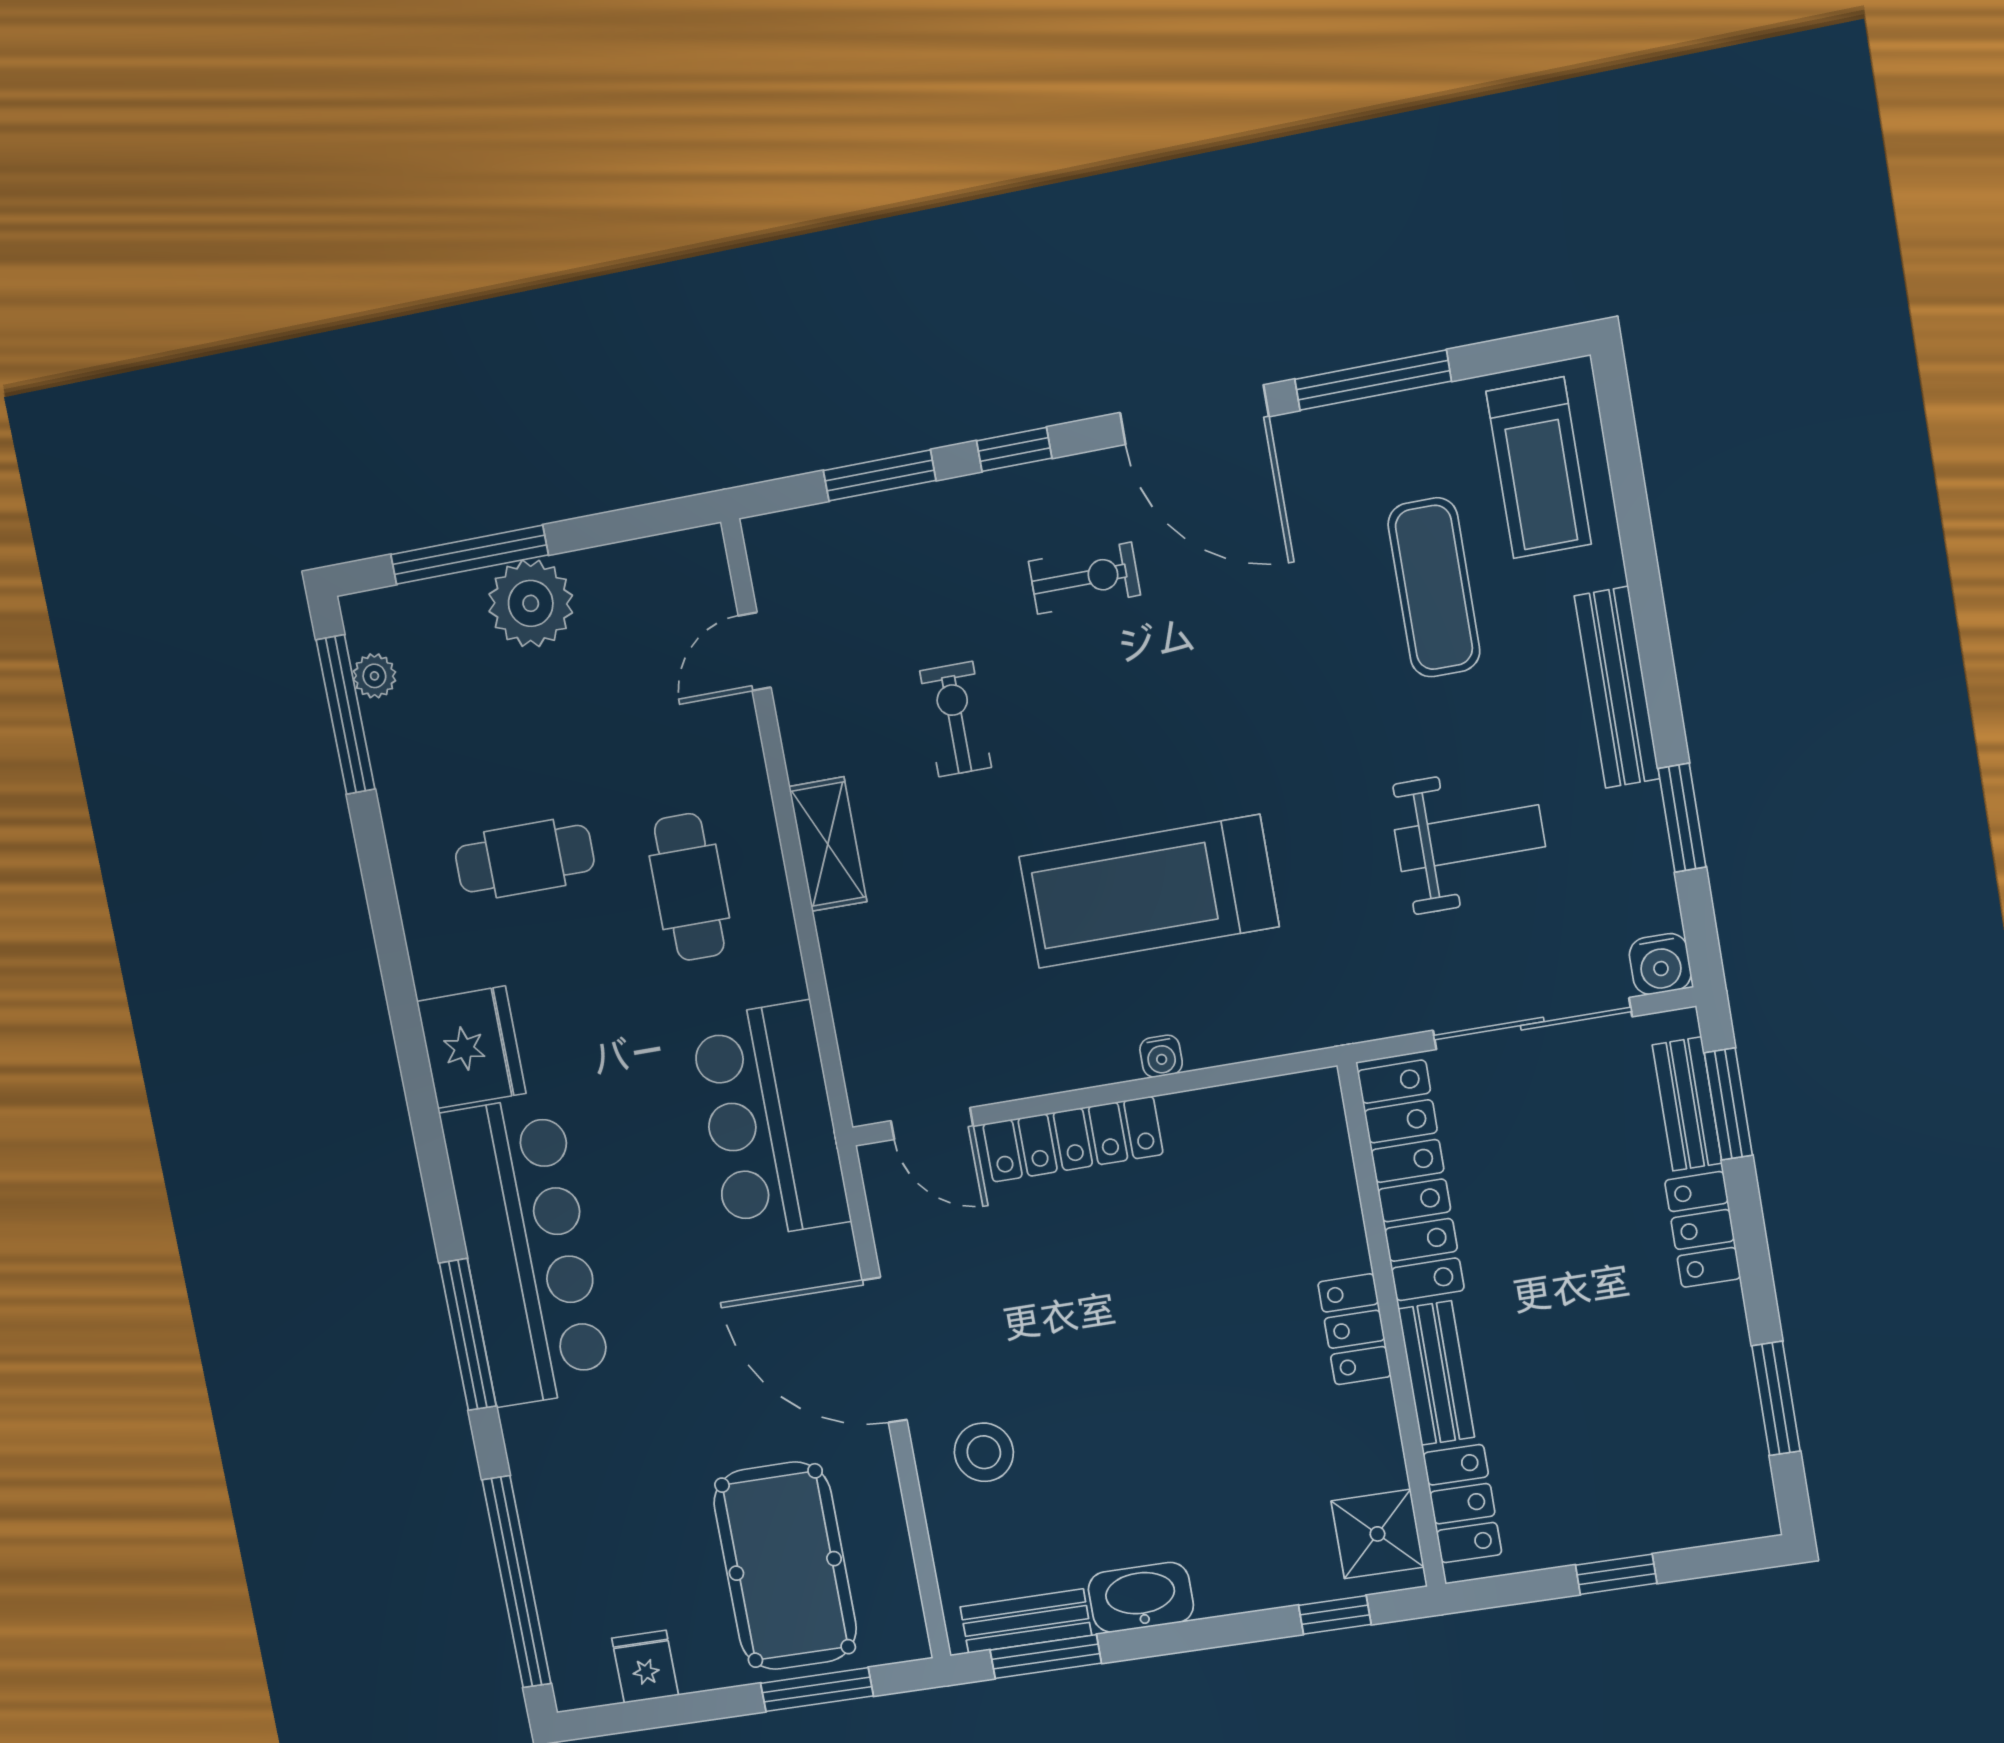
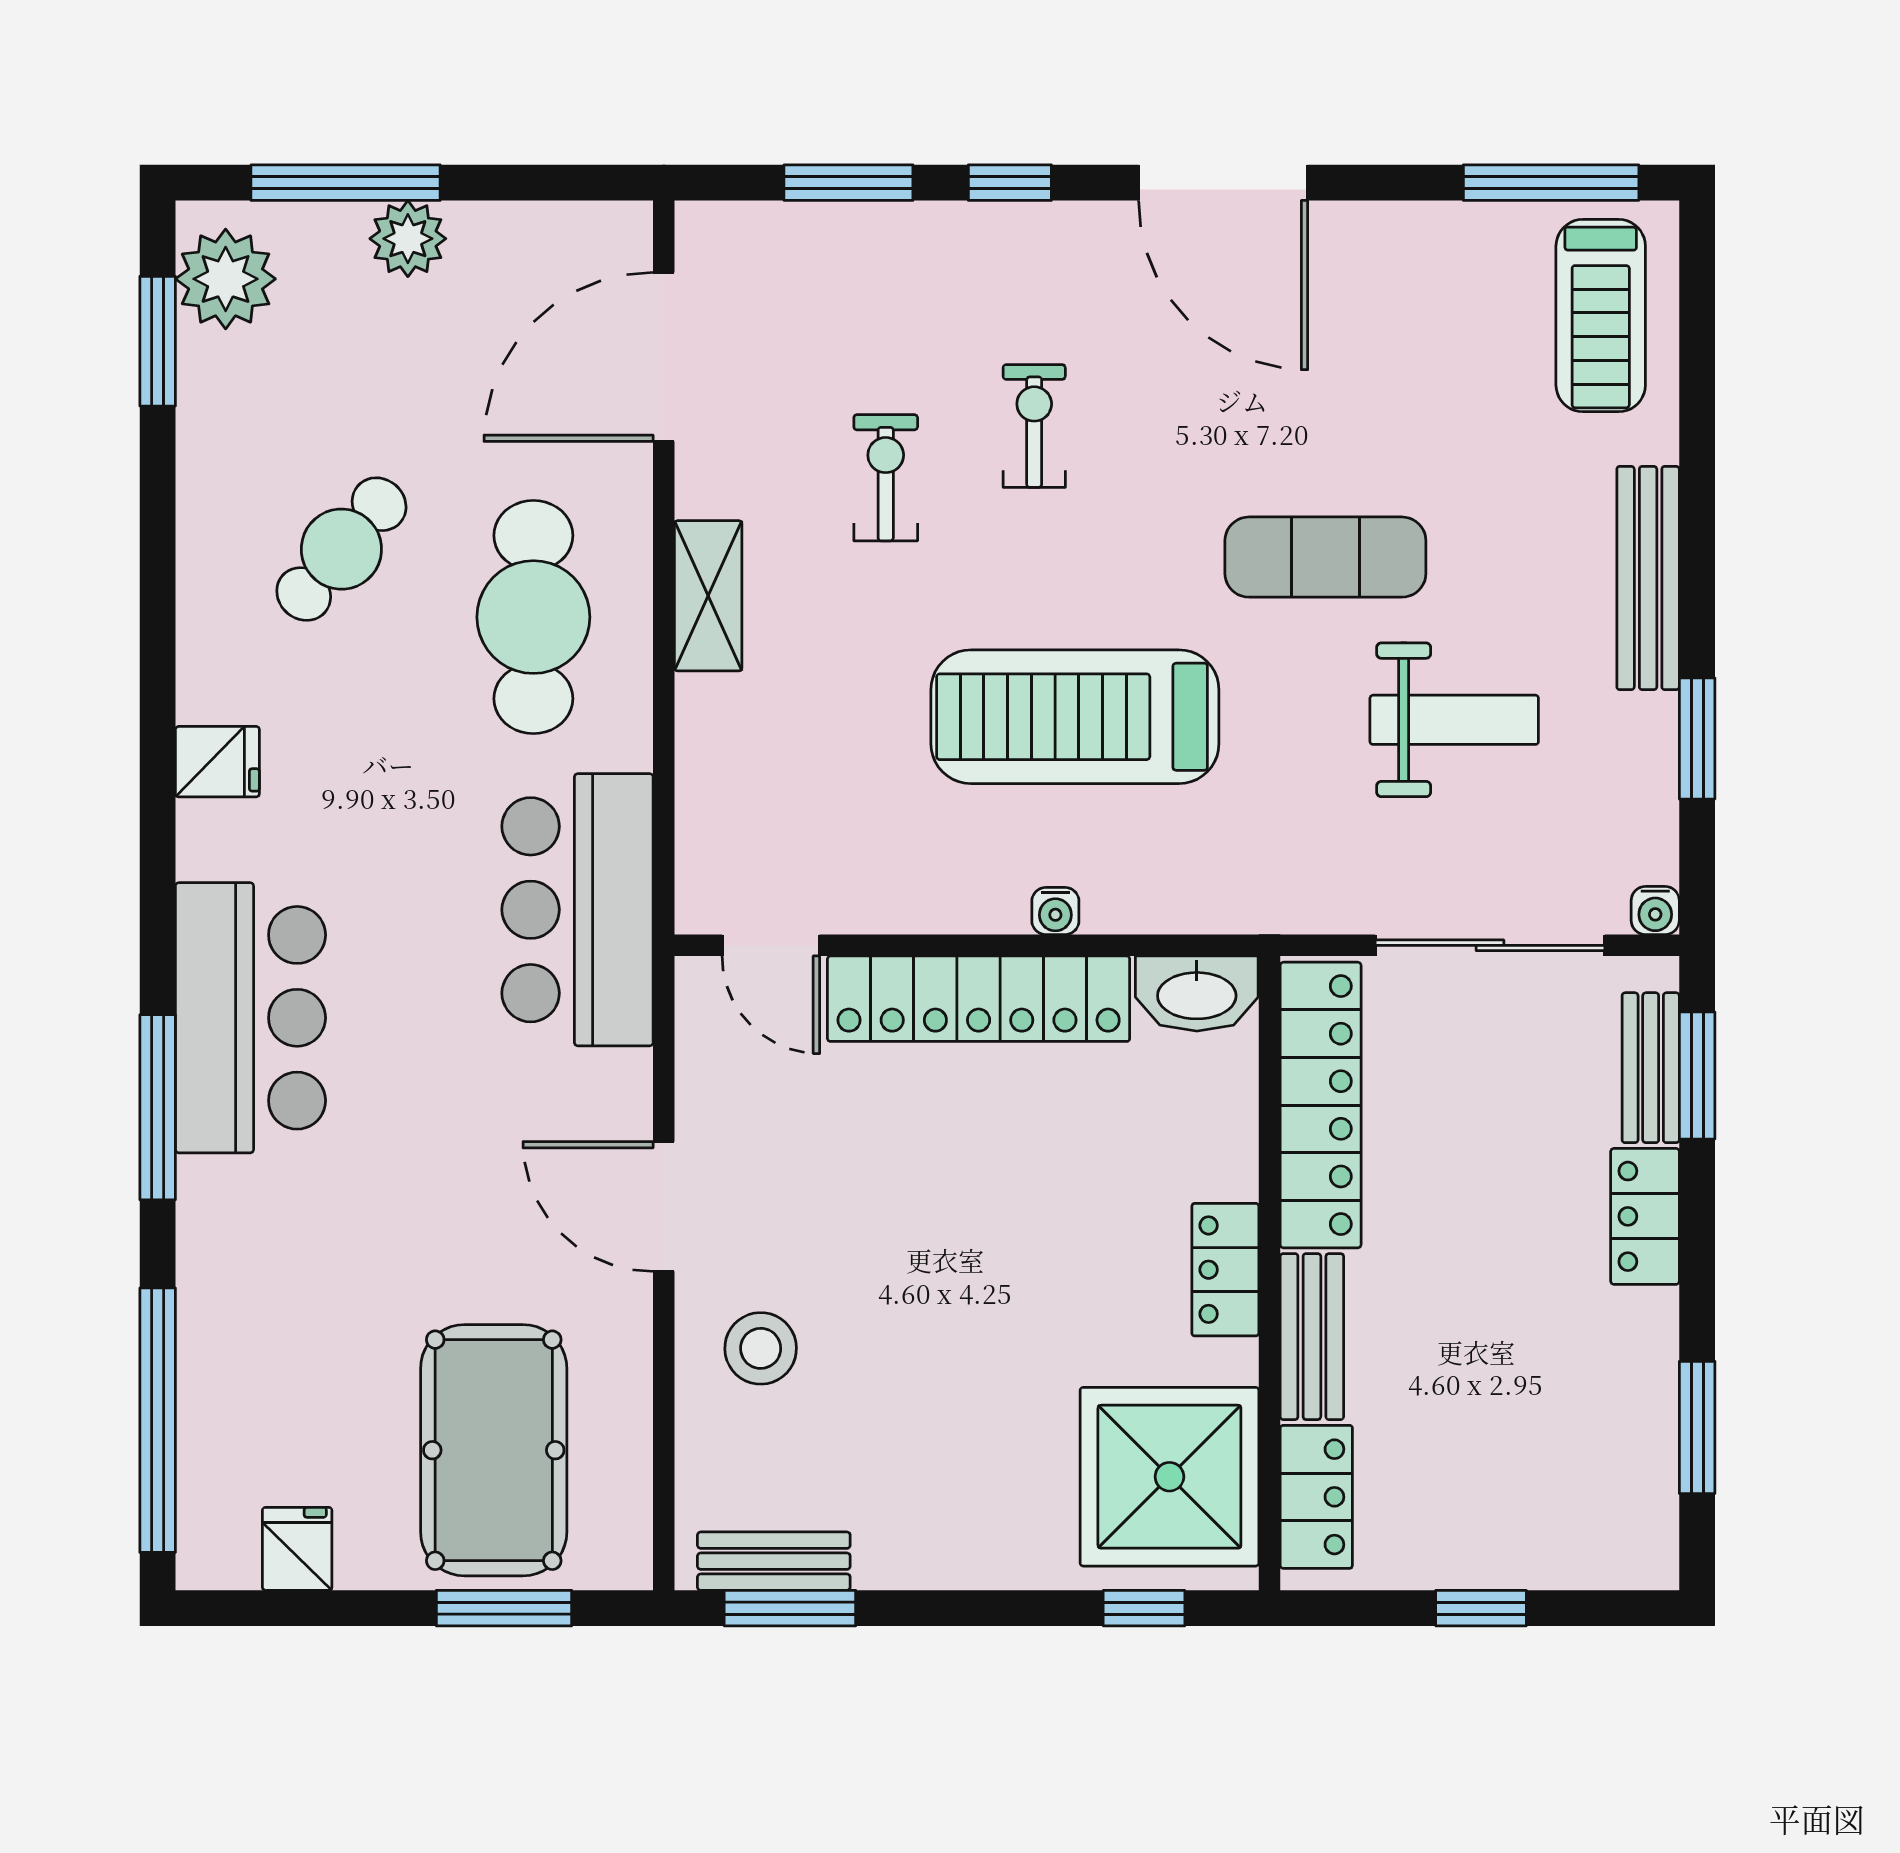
window: (1373, 380) -> (1551, 183), moved
exercise bike: (1084, 578) -> (1034, 426), moved, turned -90
exercise mat: (1434, 587) -> (1325, 557), moved, turned 90
plant: (531, 603) -> (408, 239), width x0.73, depth x0.73
door: (755, 652) -> (664, 357), width x1.88
plant: (374, 676) -> (226, 279), width x1.88, depth x1.88
window: (346, 715) -> (158, 341), width x0.69
cafe table: (525, 859) -> (341, 549), turned -50
cafe table: (689, 887) -> (533, 617), width x1.37, depth x1.35
water cooler: (1660, 964) -> (1655, 910), width x0.72, depth x0.72
fridge: (471, 1047) -> (217, 762), width x0.53, depth x0.75
locker: (1073, 1139) -> (979, 999), width x1.41, depth x1.21
bar counter: (527, 1251) -> (251, 1018), width x0.73
door: (884, 1350) -> (664, 1207), width x0.73
shower: (1377, 1534) -> (1169, 1477), width x1.86, depth x1.86
washbasin: (1141, 1597) -> (1197, 993), moved, turned 180

